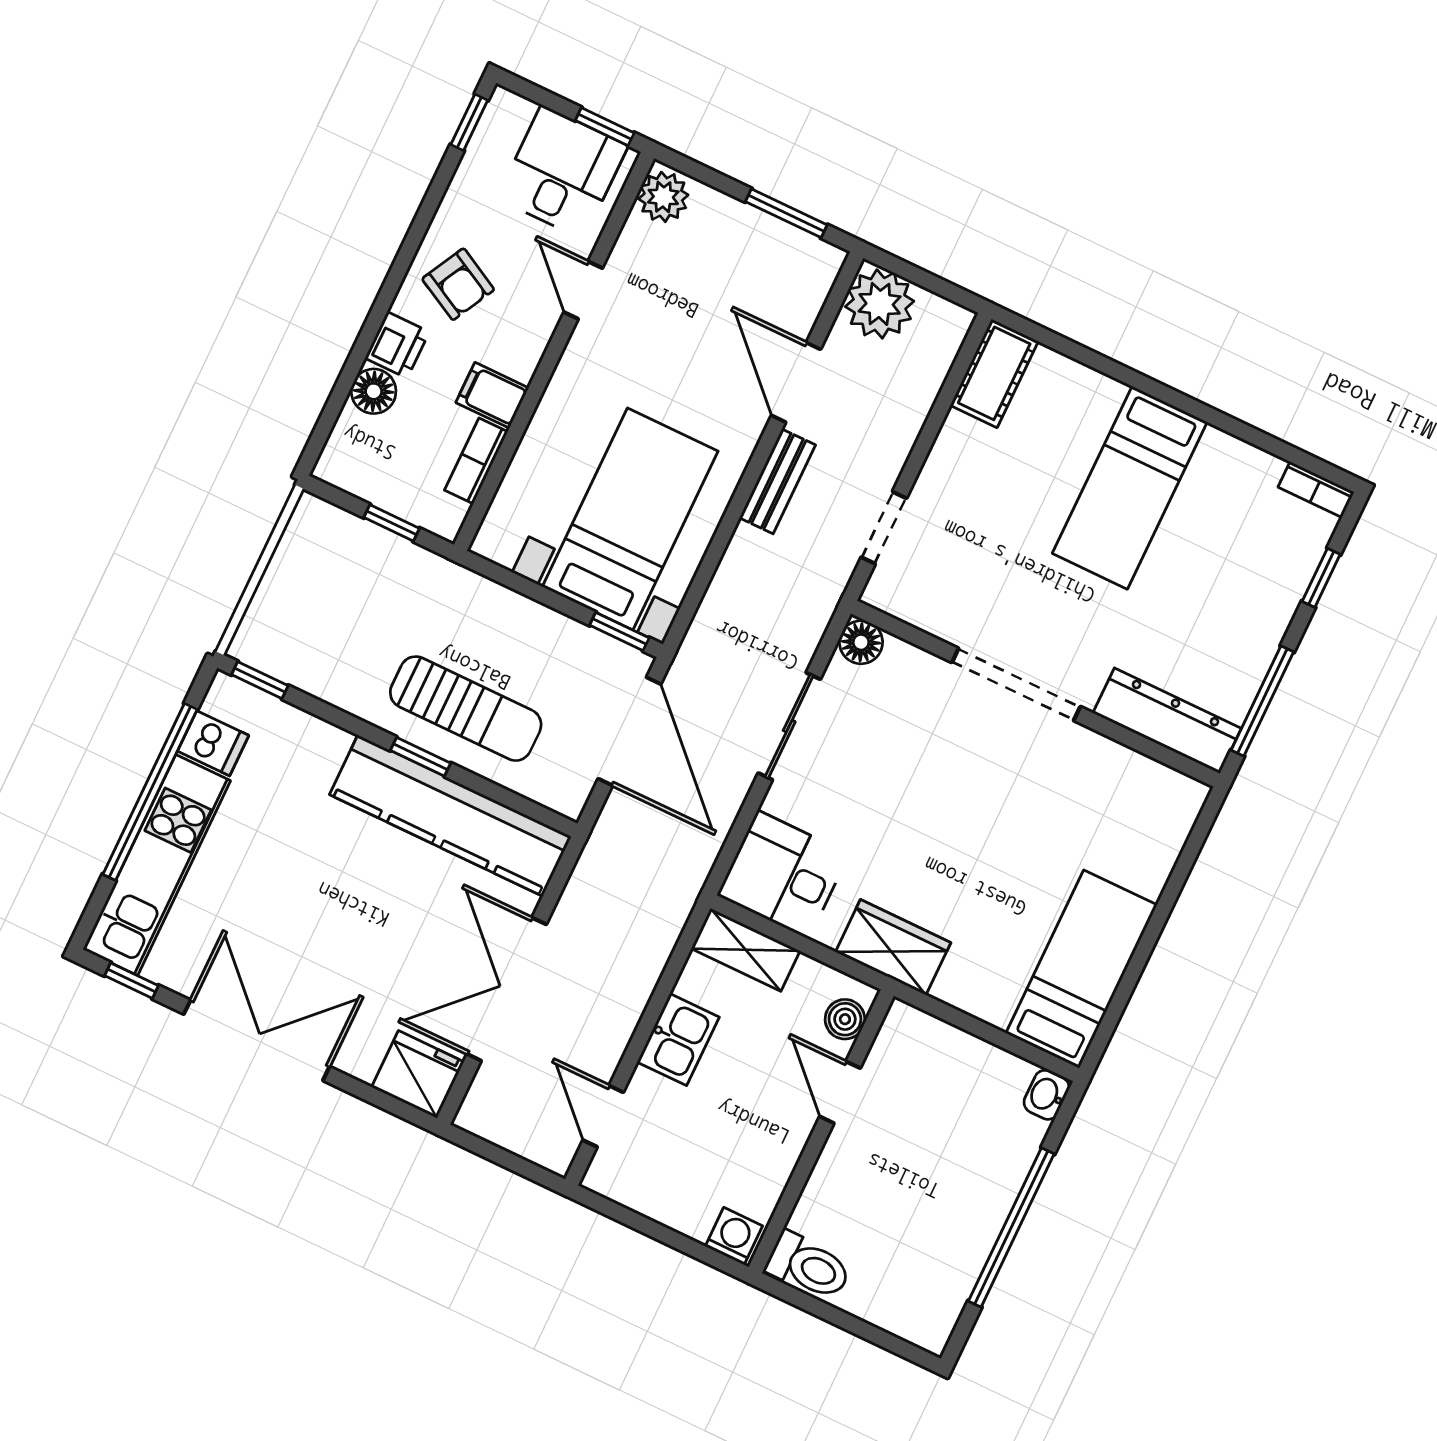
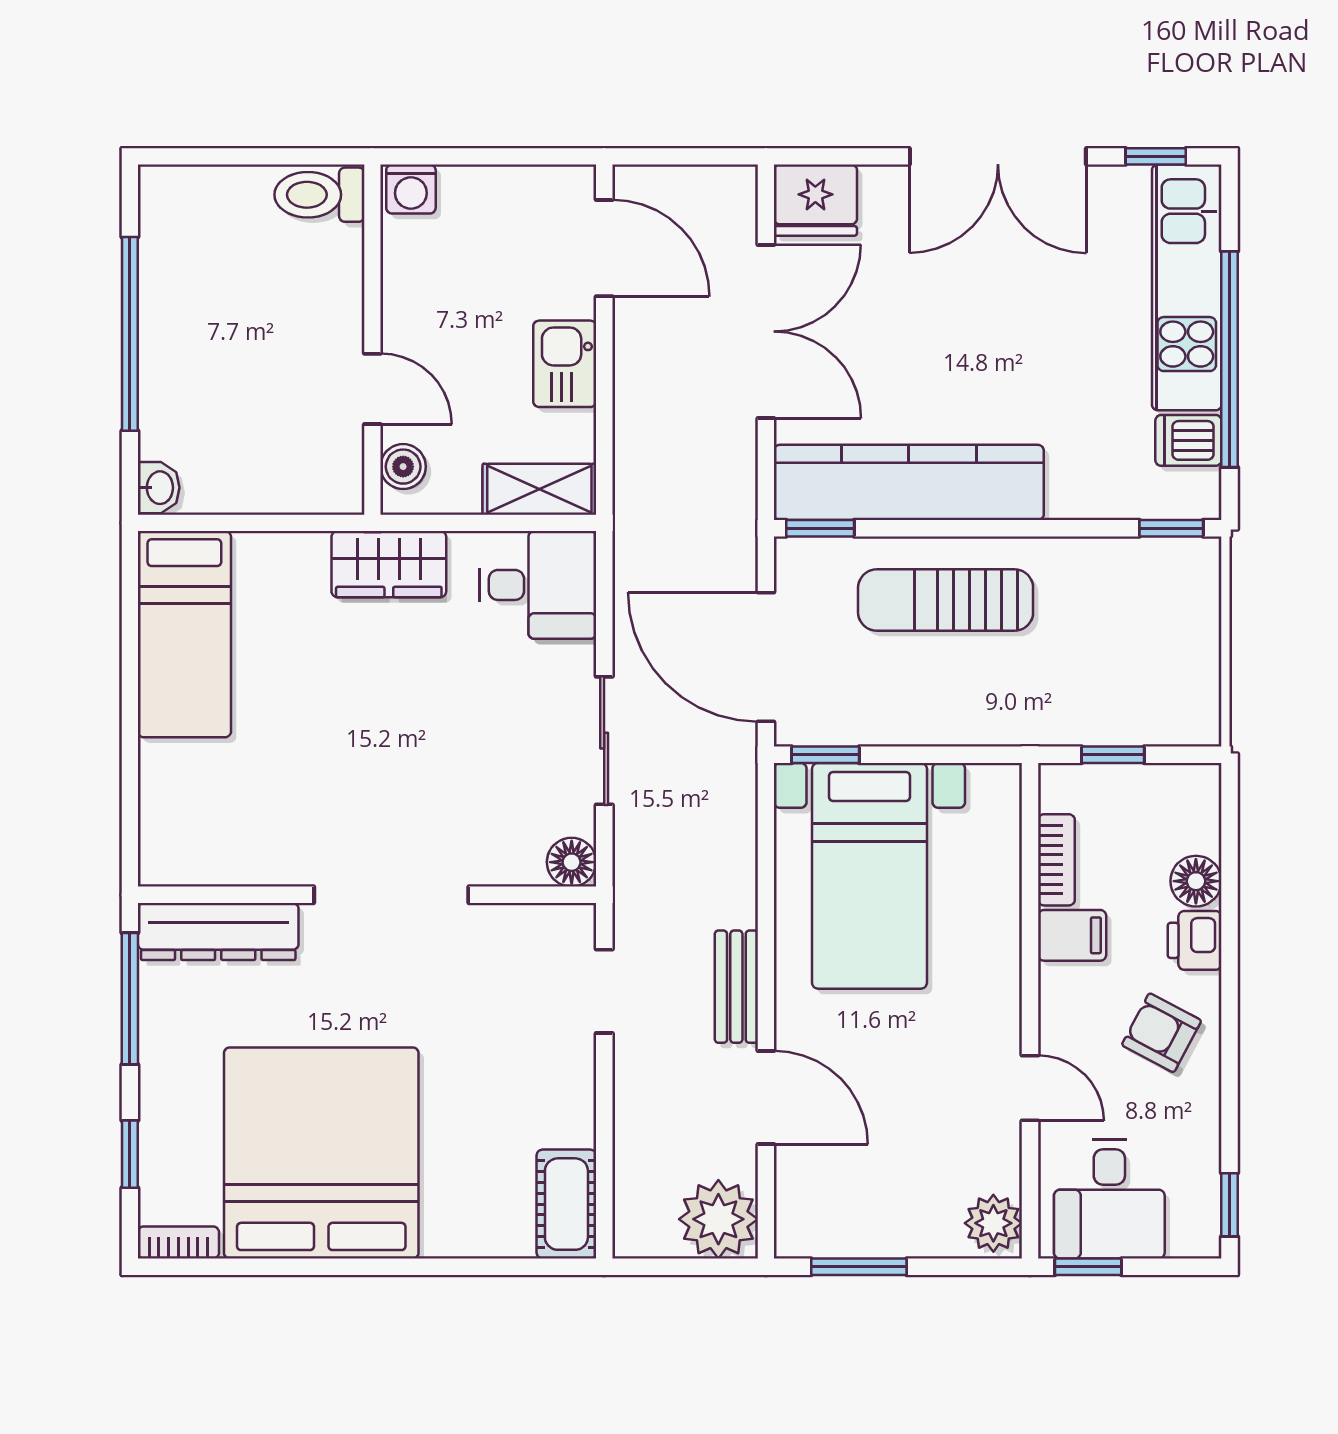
bed: (1130, 488) -> (321, 1153), width x2.04
window: (421, 757) -> (820, 528), moved
door: (603, 1116) -> (604, 248), width x1.38

